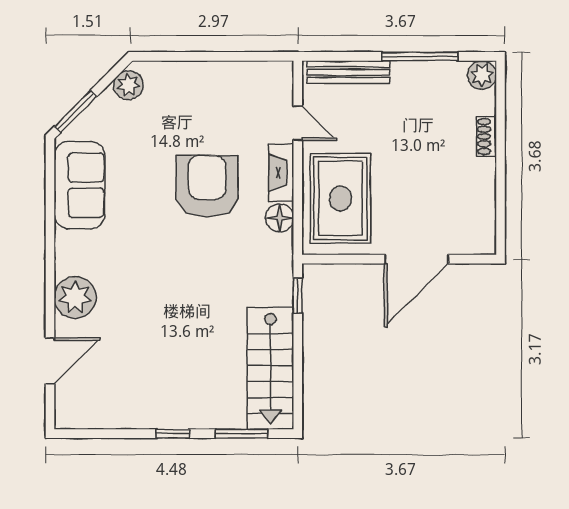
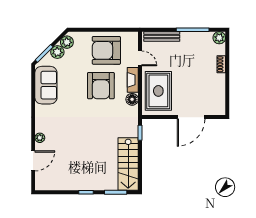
armchair: (220, 104) -> (106, 50), added
plant: (106, 108) -> (57, 52), added
armchair: (207, 186) -> (101, 86), turned 180
plant: (75, 297) -> (40, 138), width x0.53, depth x0.53

